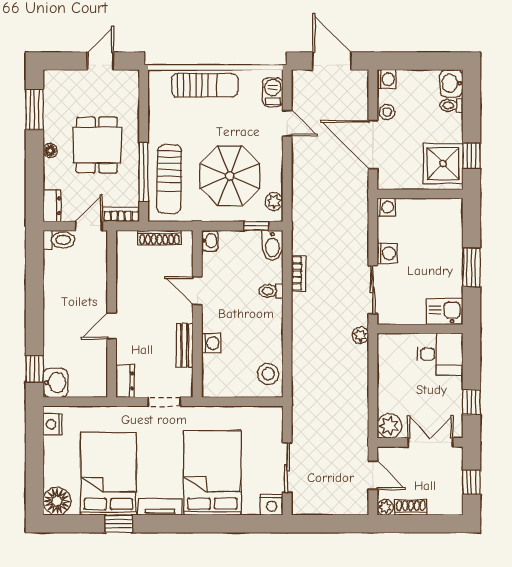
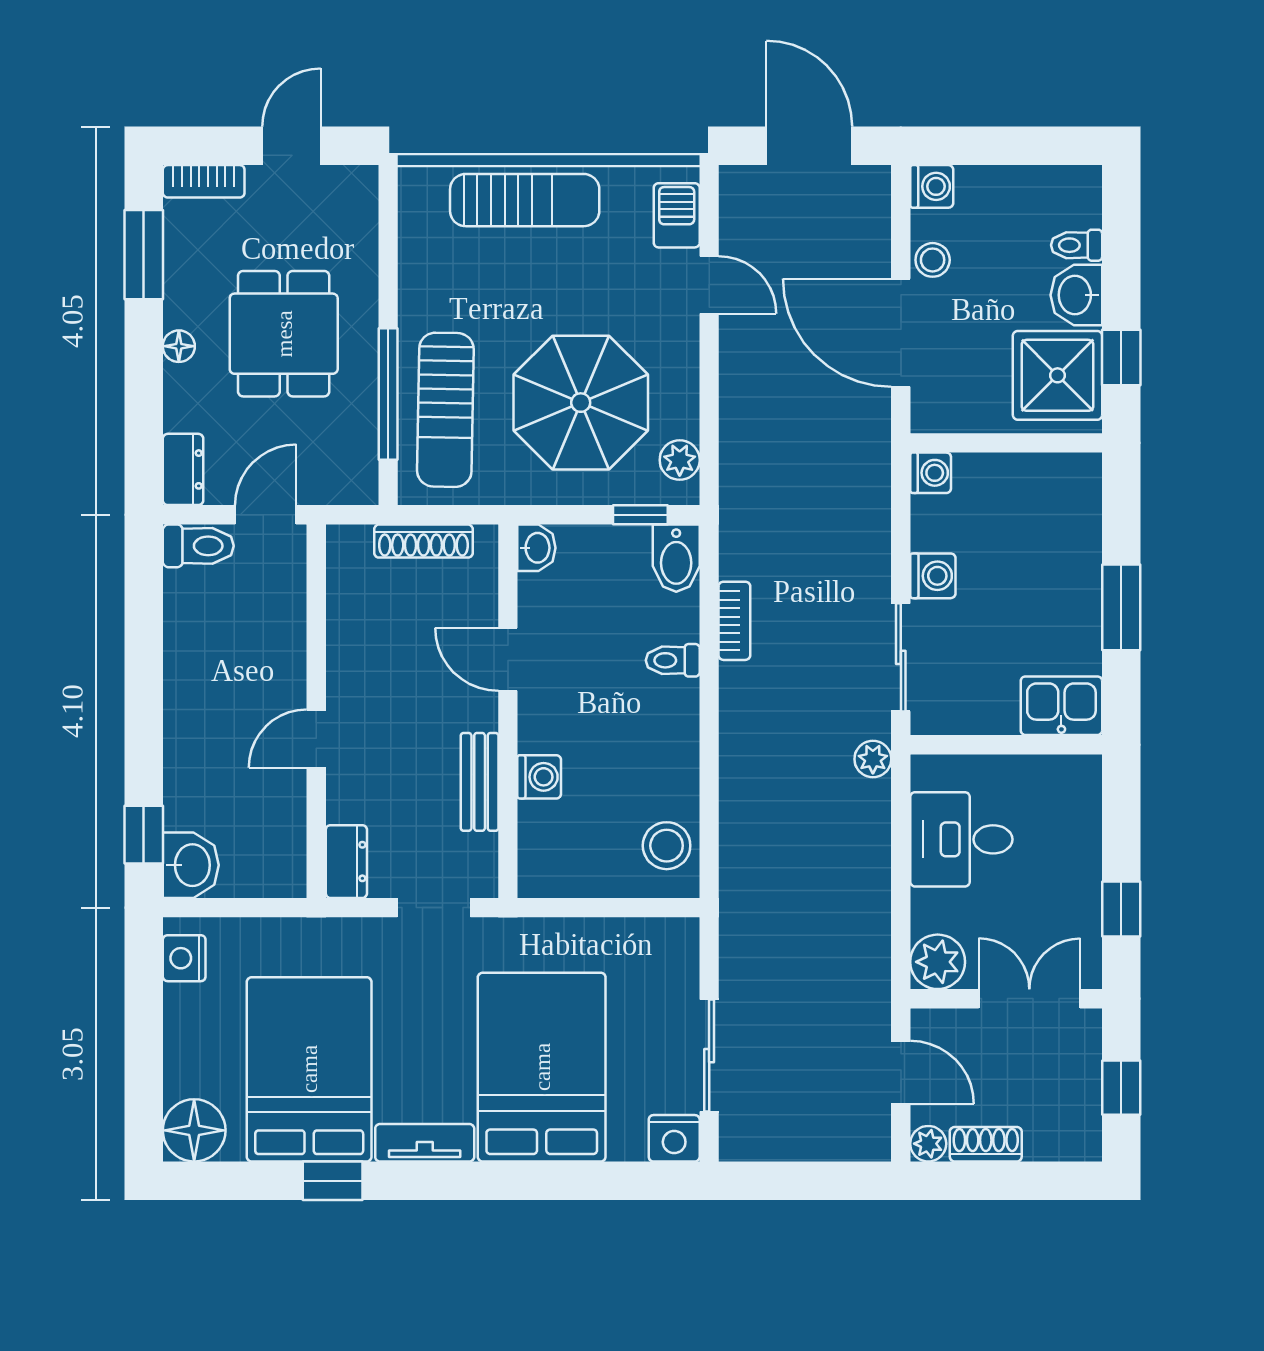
washbasin: (451, 83) -> (1076, 295), moved
bookcase: (121, 214) -> (204, 181), moved, turned 180
desk: (440, 354) -> (961, 839), moved, turned 180

